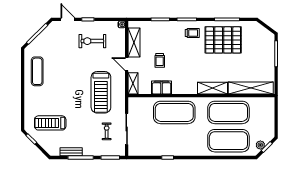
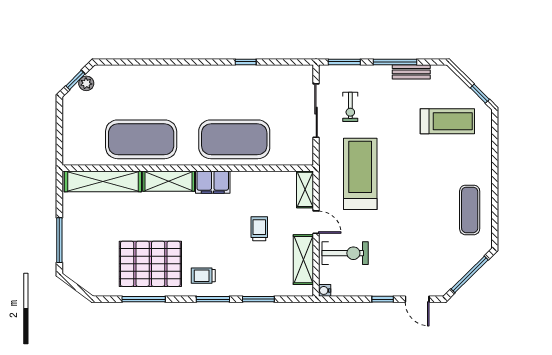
exercise bike: (92, 41) -> (345, 253), moved
filing cabinet: (162, 87) -> (213, 182), moved
exercise mat: (228, 141) -> (141, 91), removed

